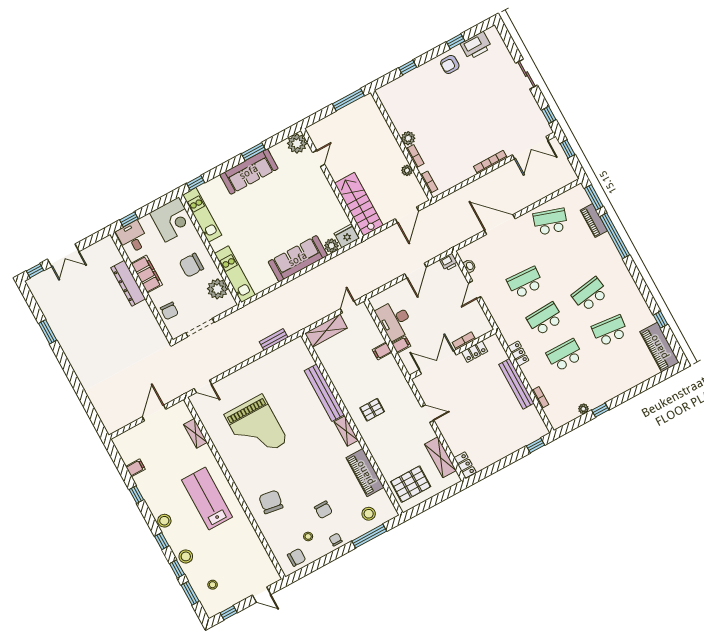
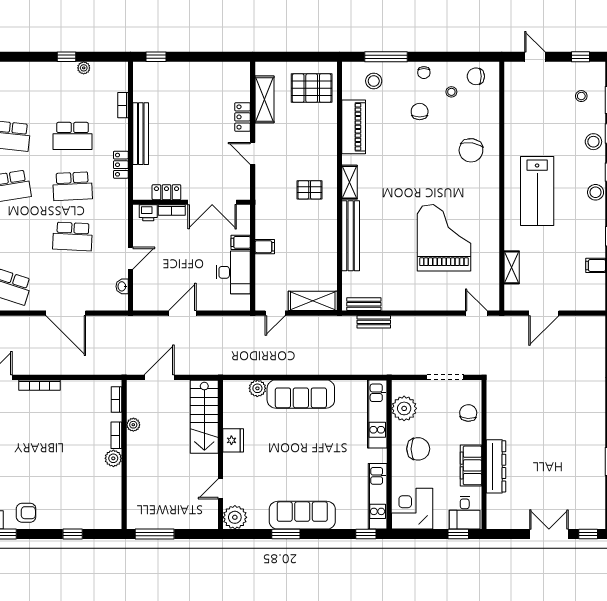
fridge: (347, 236) -> (233, 440), moved, turned -90
printer: (449, 262) -> (148, 213), moved, turned 180
bench: (288, 348) -> (364, 304), added
locker: (465, 465) -> (243, 117), moved

